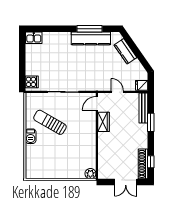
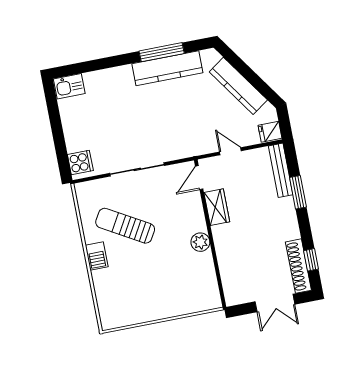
kitchen counter: (125, 51) -> (238, 86), width x1.50
plant: (90, 174) -> (200, 242), moved

